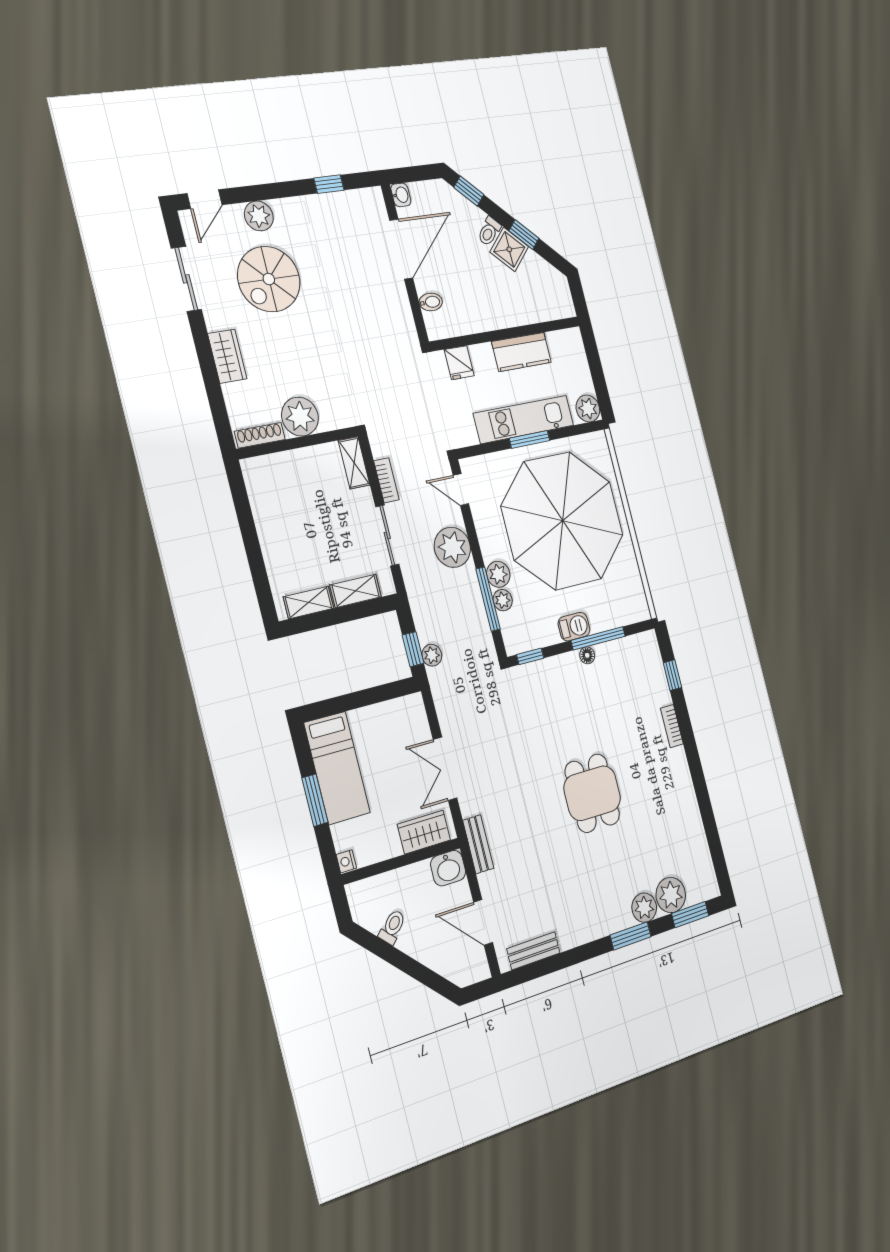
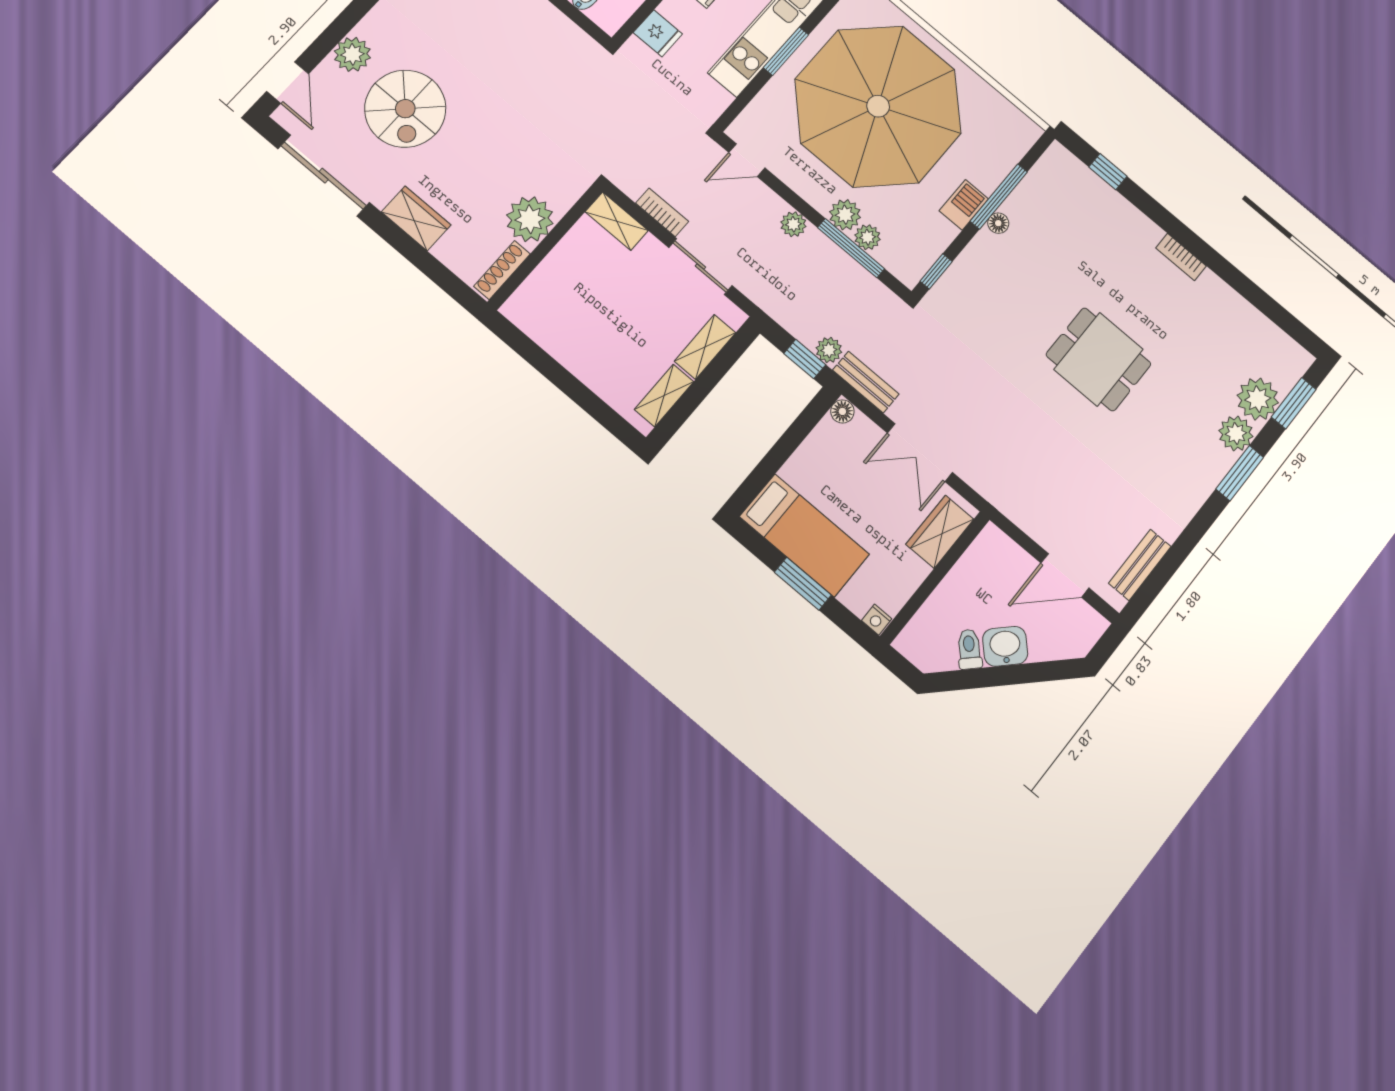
sliding door: (186, 279) -> (324, 176), width x1.37
plant: (452, 547) -> (793, 224), width x0.53, depth x0.53
floor lamp: (414, 703) -> (842, 411), added
bookcase: (672, 726) -> (1181, 257), moved
bench: (478, 844) -> (866, 382), moved
washbasin: (448, 868) -> (1005, 646), moved, turned -135

